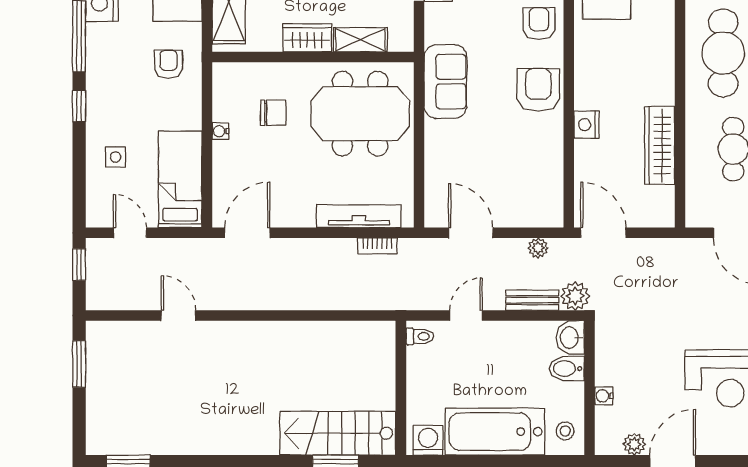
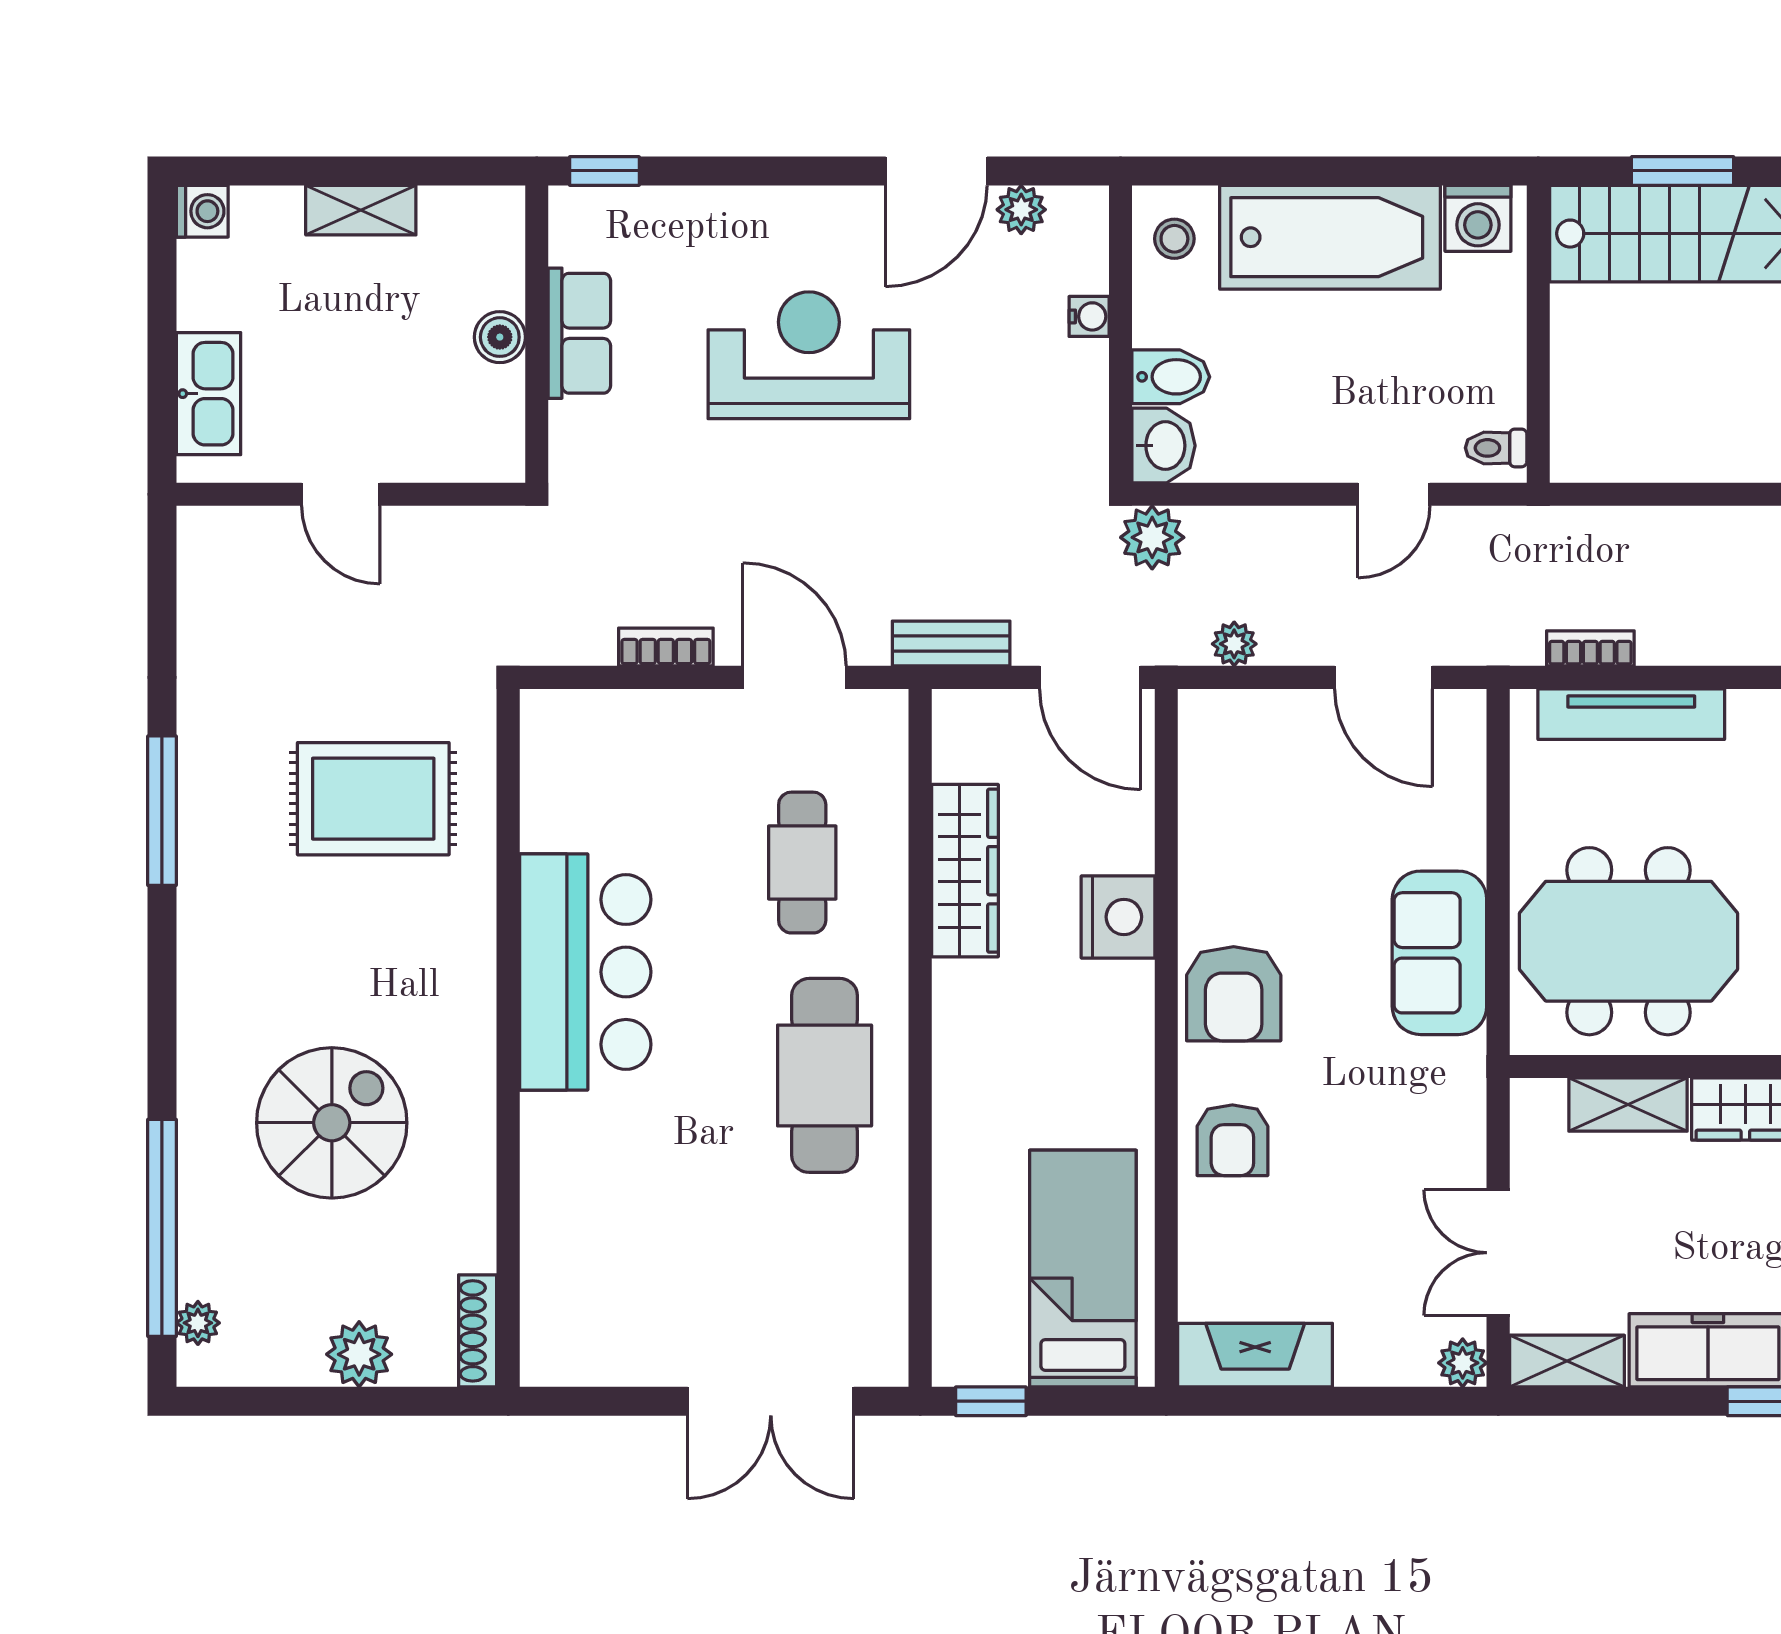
sofa: (445, 82) -> (1439, 953), moved
nightstand: (587, 125) -> (1118, 917), width x1.36, depth x1.33
bench: (532, 300) -> (951, 643), moved

